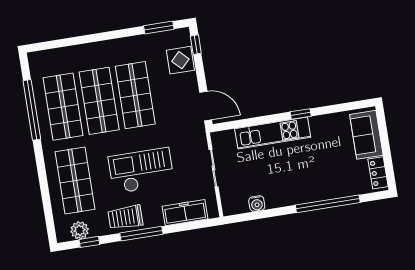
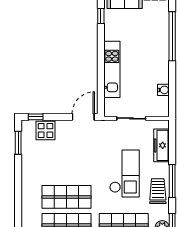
shop shelf: (135, 95) -> (66, 169), removed
window: (301, 114) -> (101, 16), moved
checkout: (141, 171) -> (124, 173), turned 180
trolley: (125, 217) -> (158, 191), turned 180

